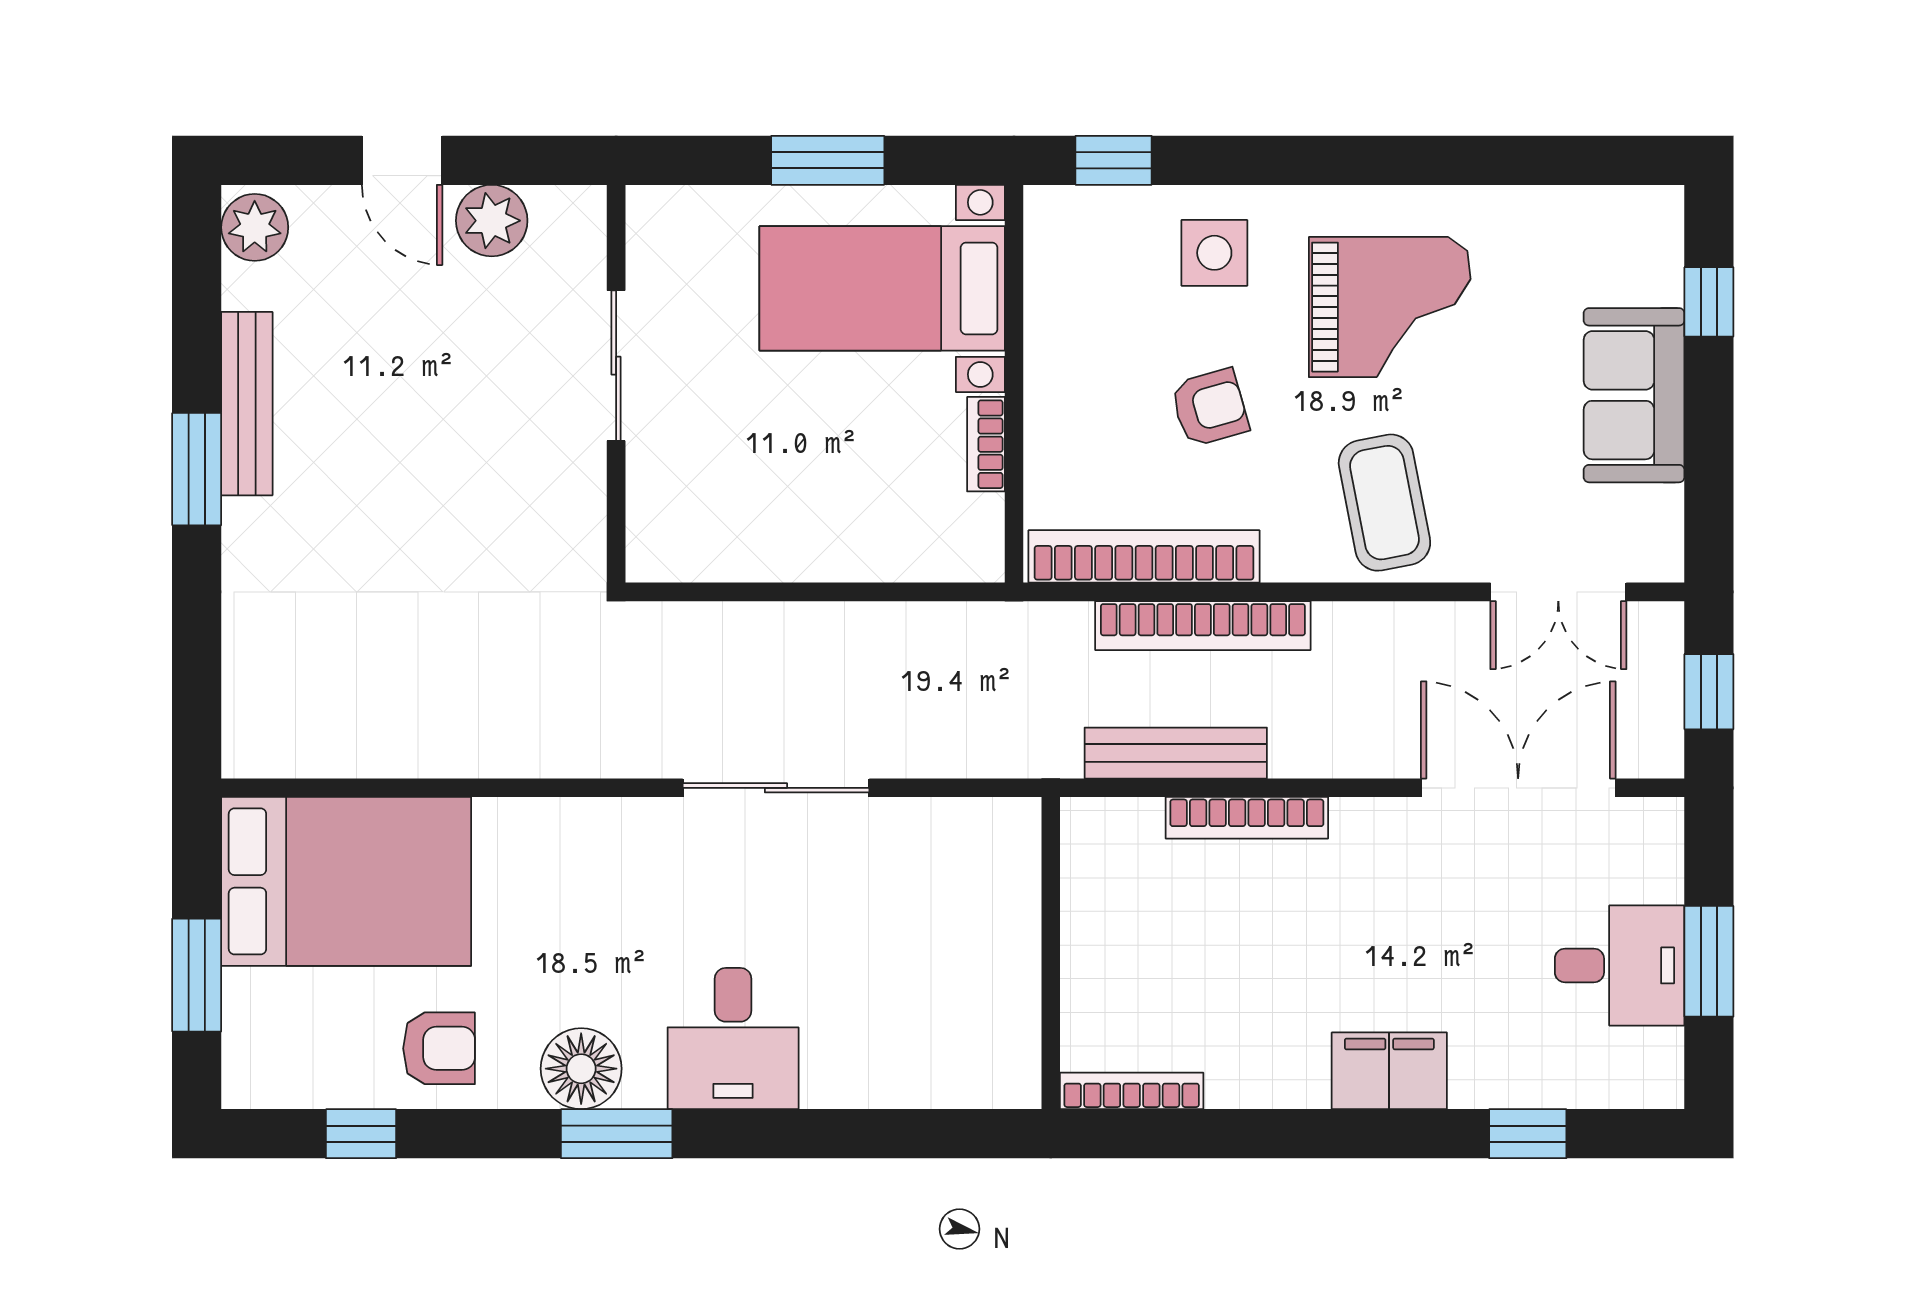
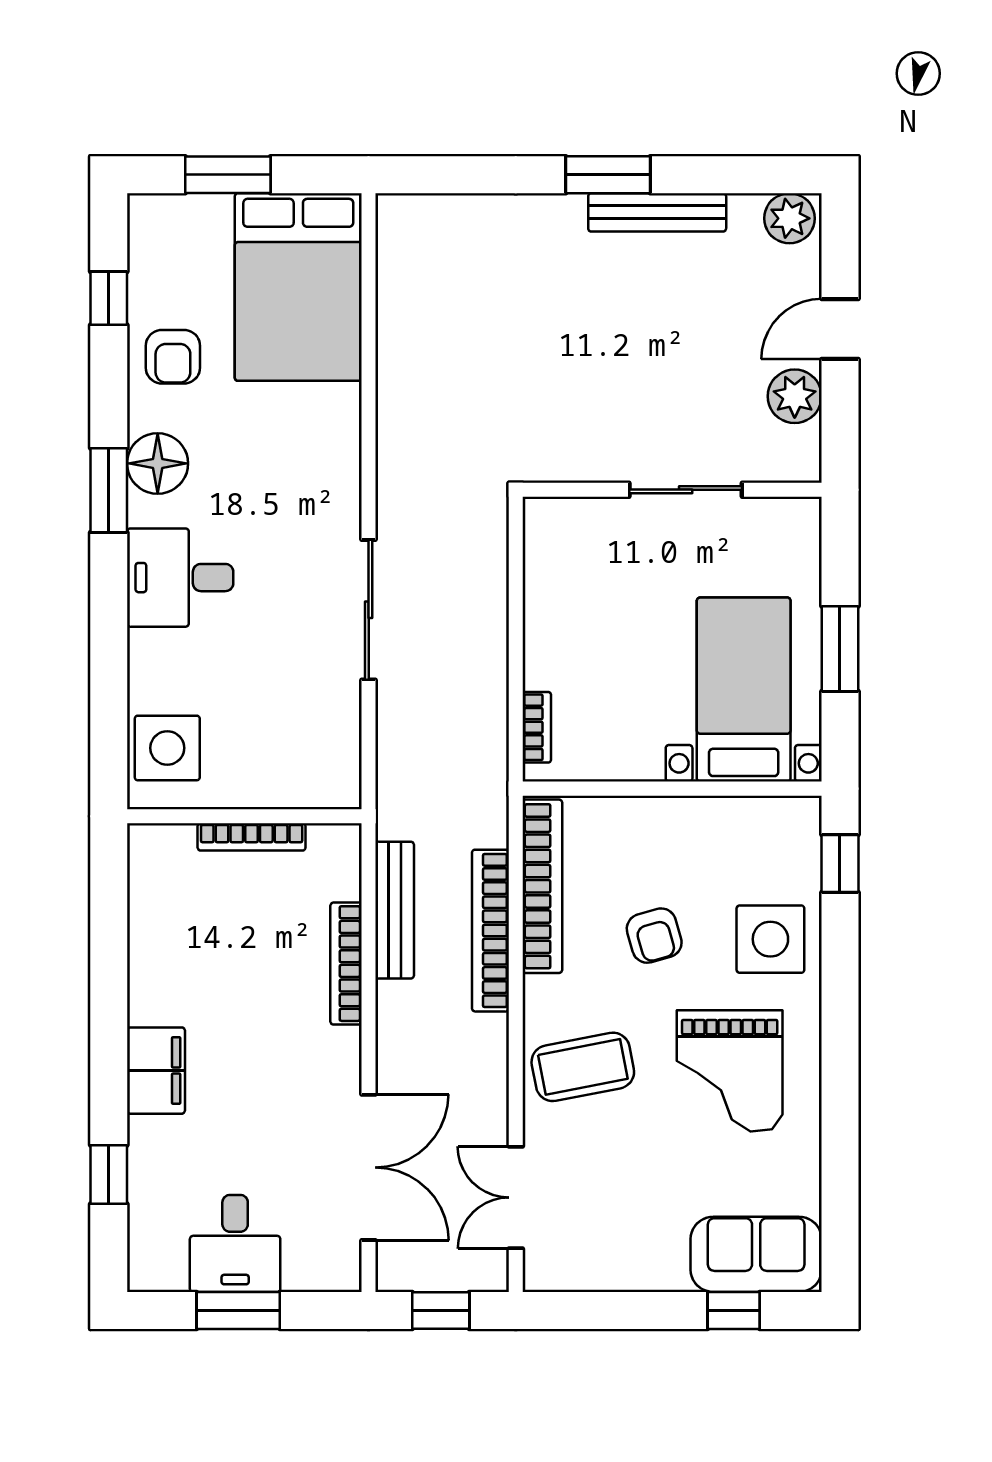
side table: (1214, 253) -> (770, 939), width x1.37, depth x1.37
sofa: (1634, 395) -> (756, 1254), moved
bookcase: (986, 444) -> (537, 727), moved, turned 90
side table: (960, 1056) -> (167, 748), added
bookcase: (1132, 1091) -> (252, 837), moved, turned 90

